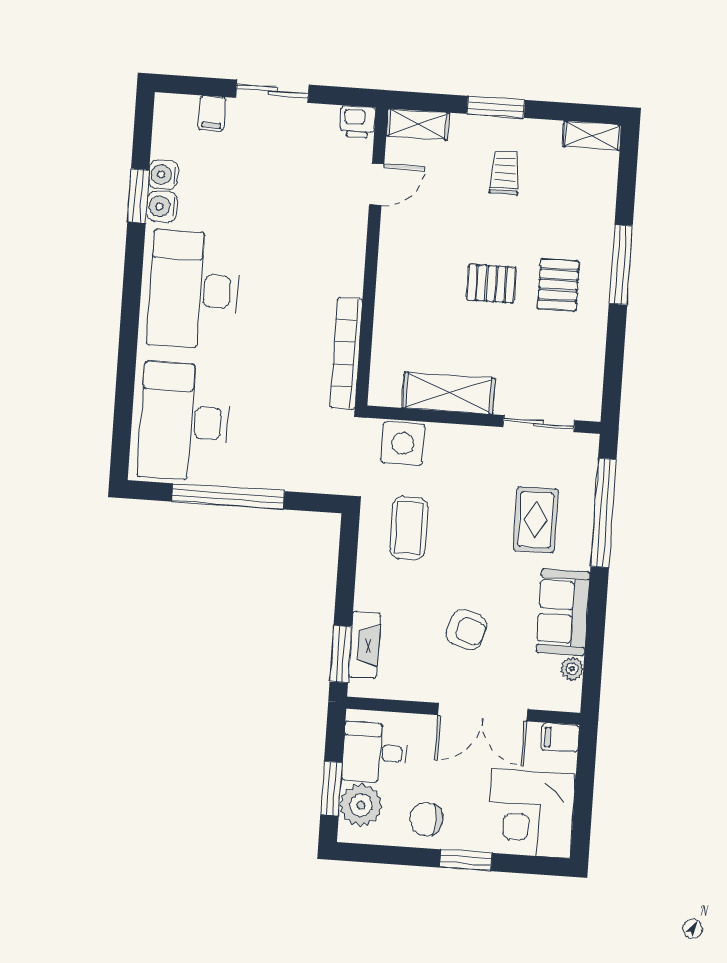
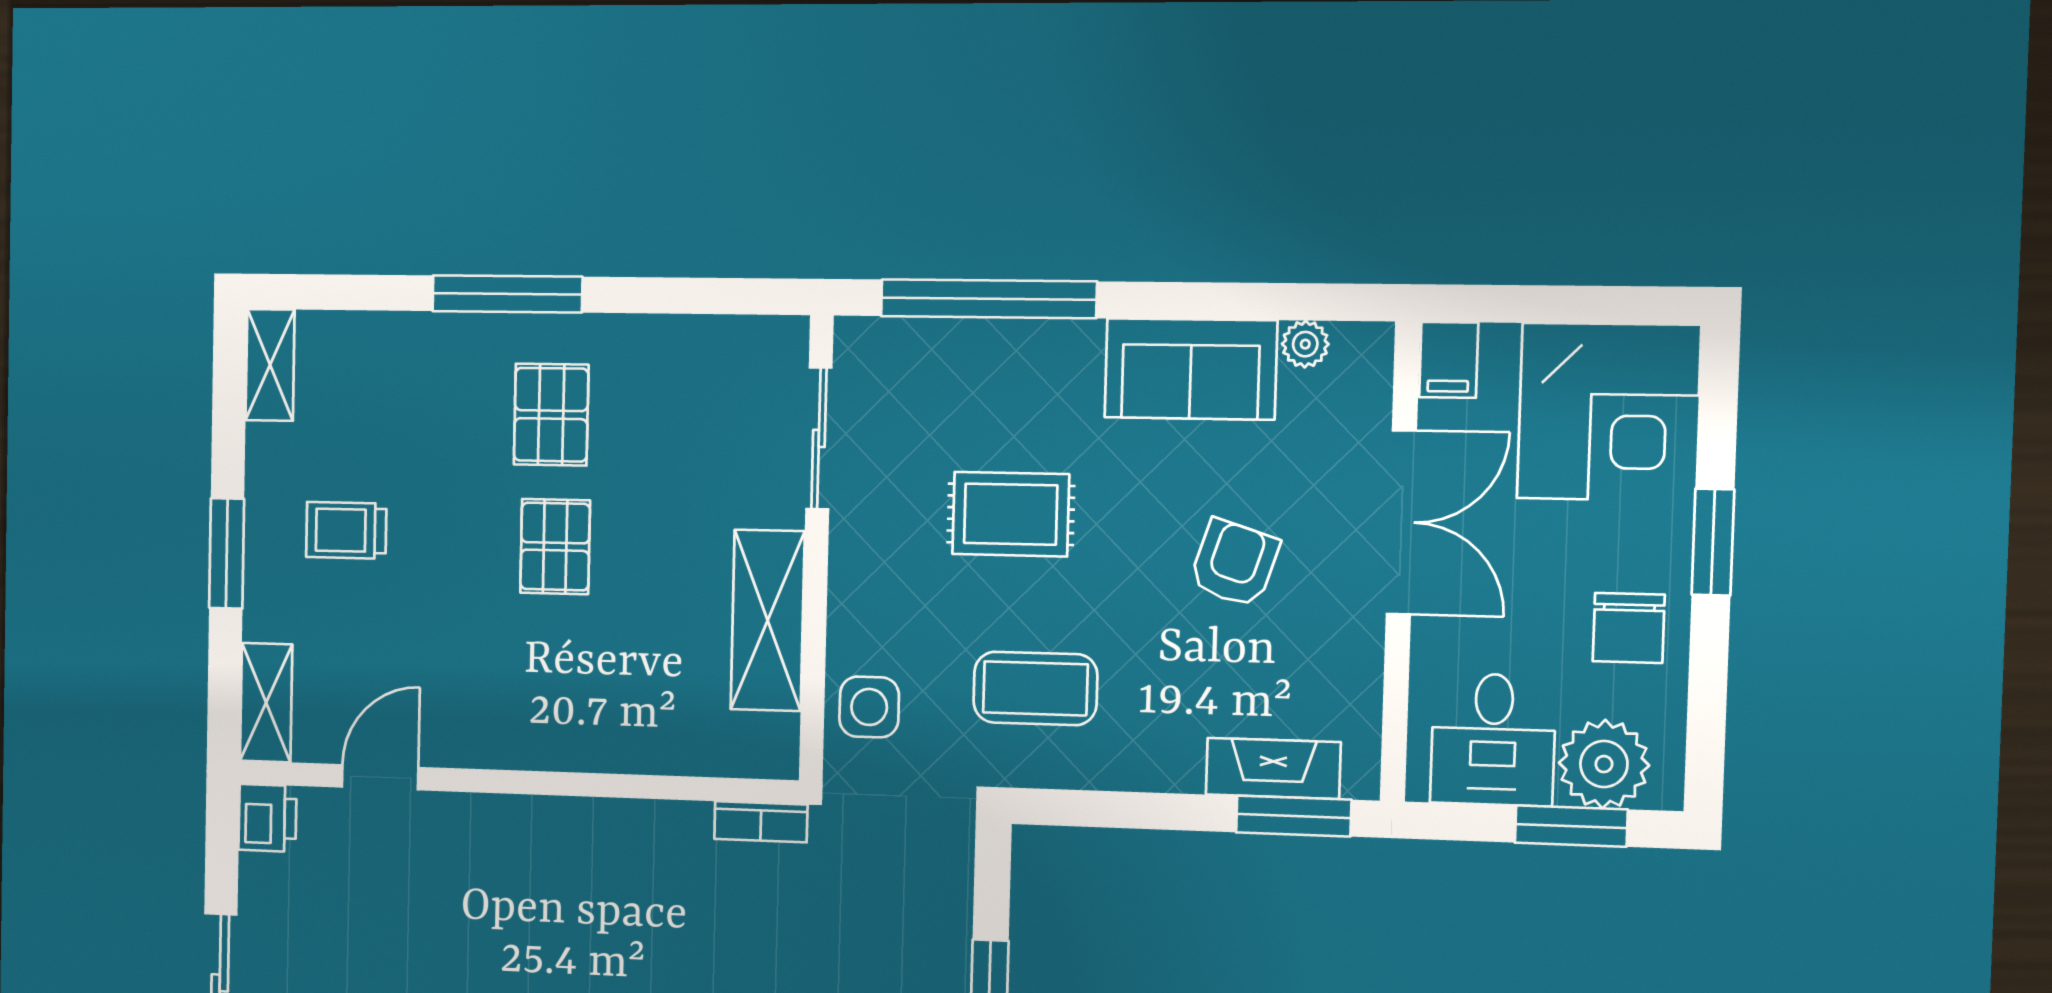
door: (377, 184) -> (380, 777), hinge flipped
pallet: (558, 285) -> (551, 415), turned 90
bookcase: (346, 353) -> (761, 822), width x0.43, depth x0.76
side table: (403, 443) -> (869, 707), width x0.73, depth x0.73
rug: (536, 520) -> (1011, 514), moved

